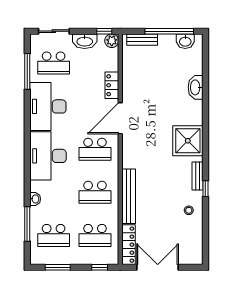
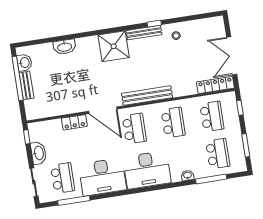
bench: (142, 40) -> (27, 85), moved
plant: (112, 41) -> (34, 129), removed
bench: (197, 176) -> (144, 33), width x1.36
bench: (129, 196) -> (147, 96), moved

